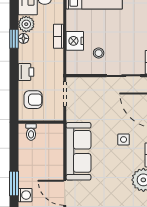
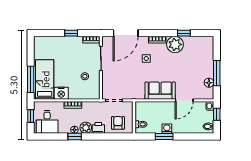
plant: (26, 24) -> (86, 128), moved
nightstand: (75, 41) -> (61, 93), moved
sofa: (78, 151) -> (160, 91), width x0.73
window: (14, 184) -> (164, 136), moved
washing machine: (25, 195) -> (167, 129), moved

